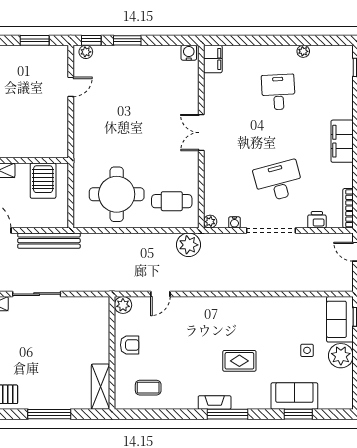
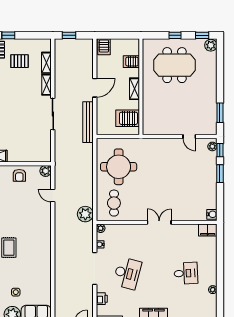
desk: (278, 181) -> (127, 273), turned 30

